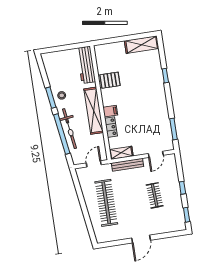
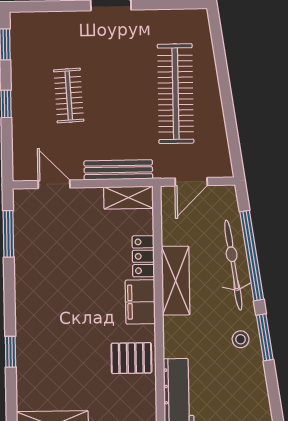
shelving: (94, 111) -> (176, 281), width x0.68
filing cabinet: (110, 111) -> (140, 302), width x2.00
door: (156, 154) -> (54, 184), hinge flipped

